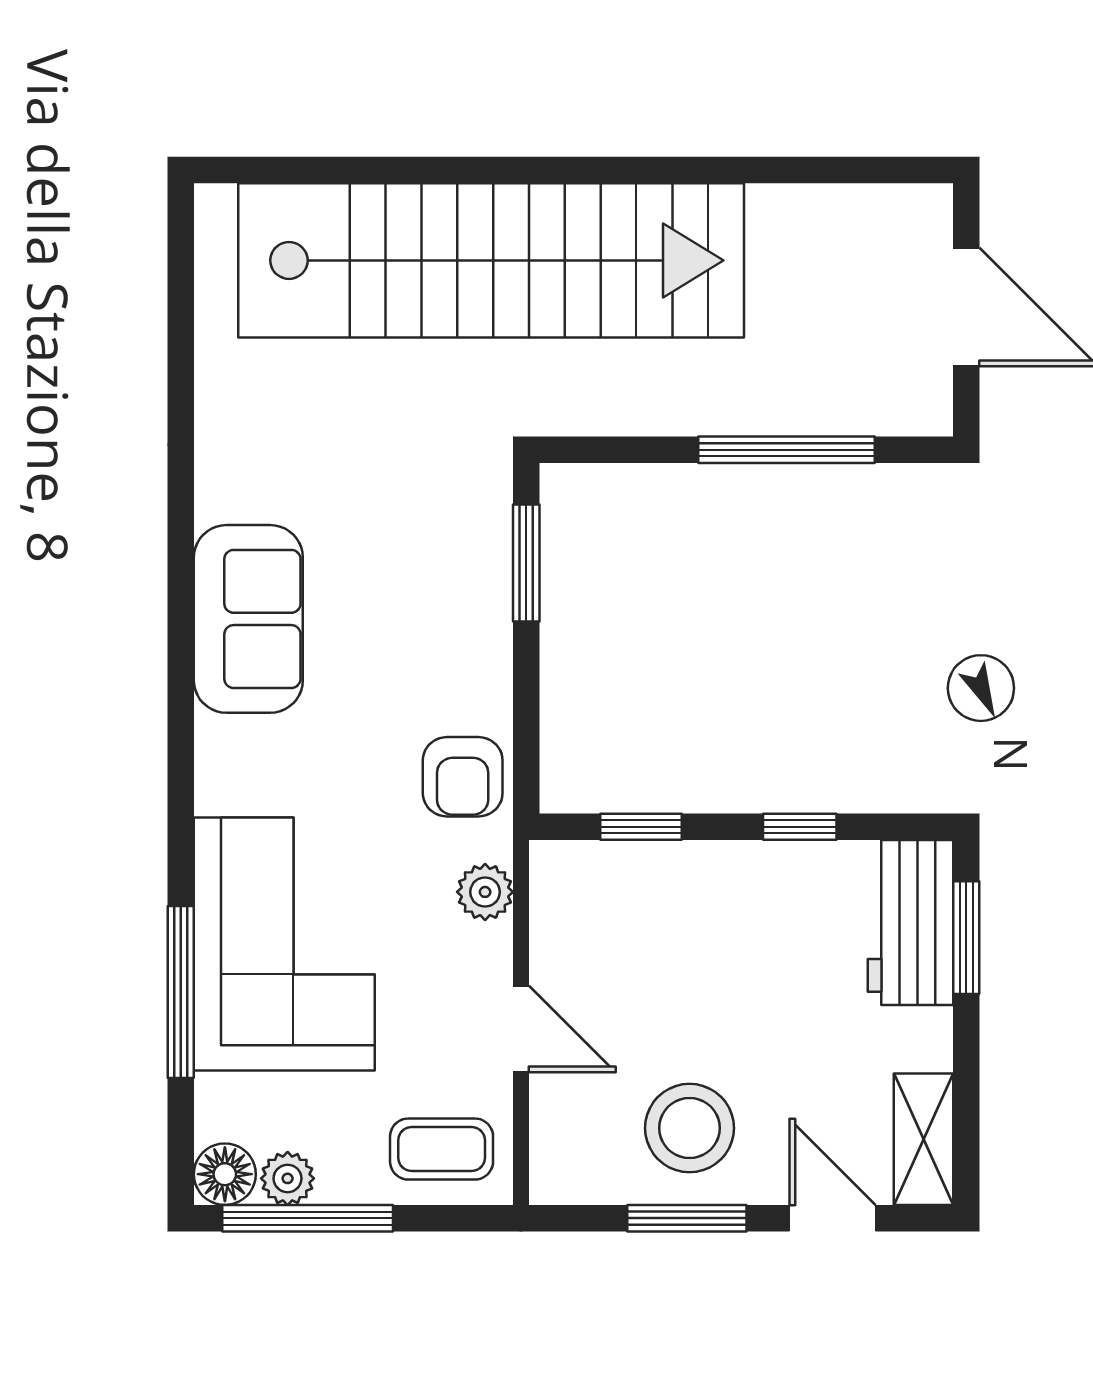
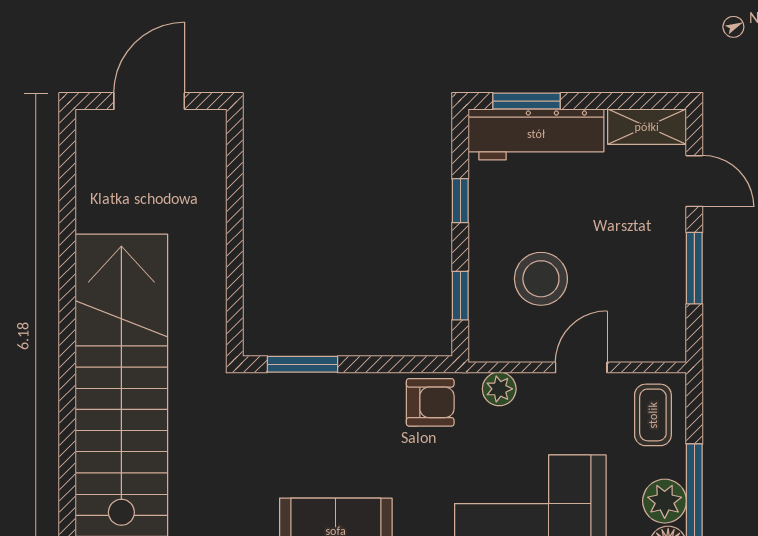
window: (787, 450) -> (235, 209), removed
workbench: (910, 923) -> (536, 134), width x1.38
stool: (690, 1128) -> (541, 279), moved
plant: (288, 1178) -> (665, 501), width x1.38, depth x1.38
door: (832, 1218) -> (694, 181), swing flipped

